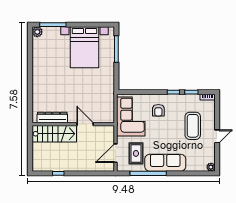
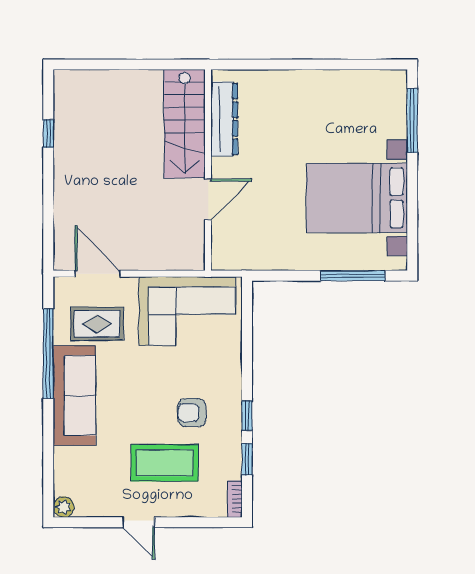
plant: (37, 32) -> (395, 82), removed
armchair: (158, 110) -> (192, 413), moved
dresser: (52, 118) -> (224, 119), moved
wall: (73, 124) -> (208, 170), moved
door: (85, 124) -> (208, 199), moved
stairs: (54, 134) -> (185, 124), moved

